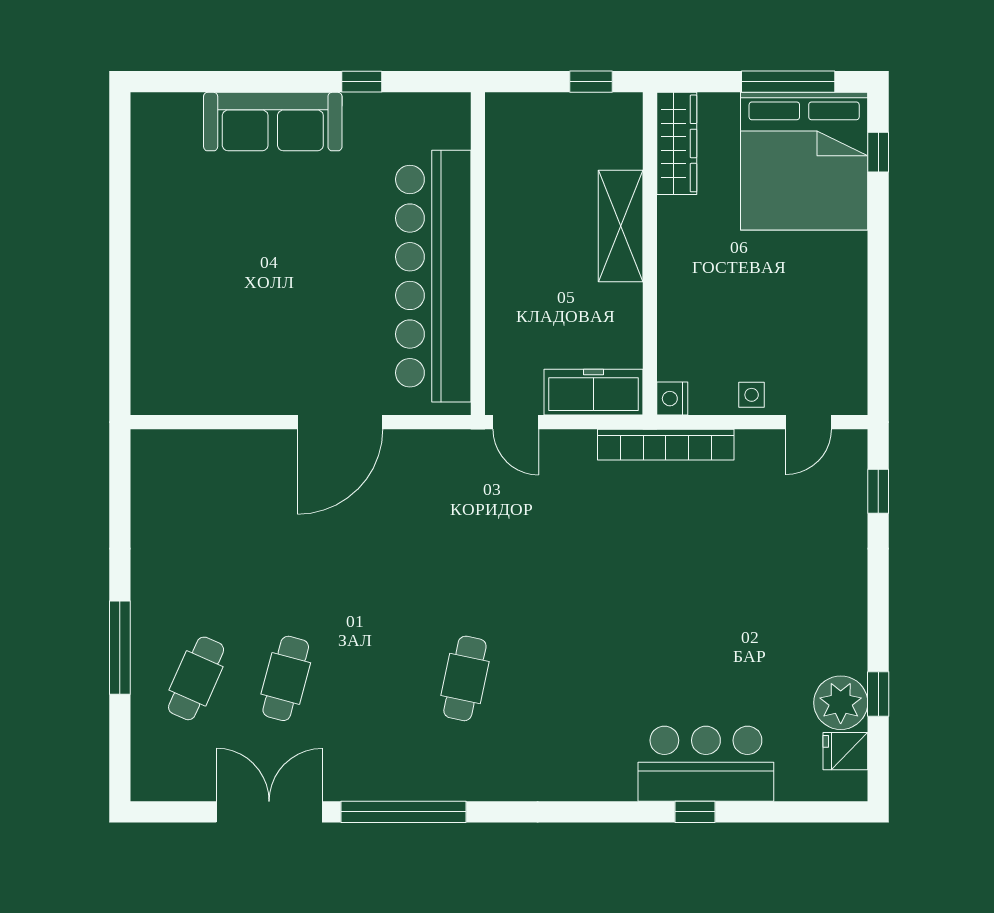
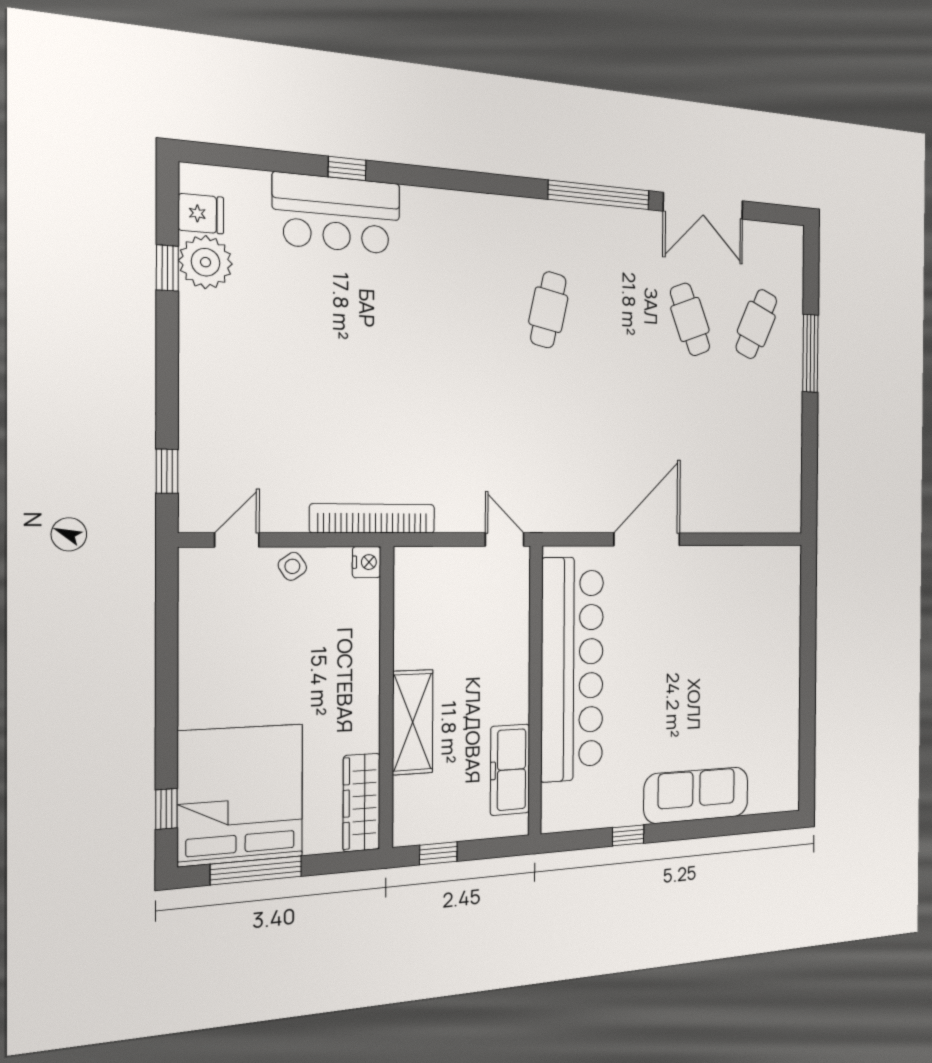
freezer: (593, 392) -> (510, 770), moved, turned 90
side table: (752, 395) -> (292, 566), turned -34
cafe table: (286, 678) -> (690, 319), turned -36

